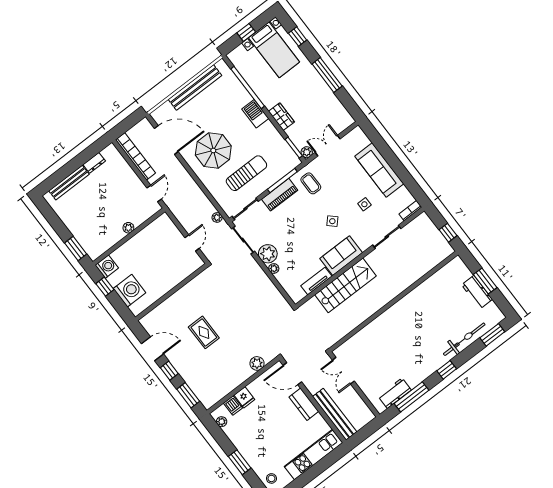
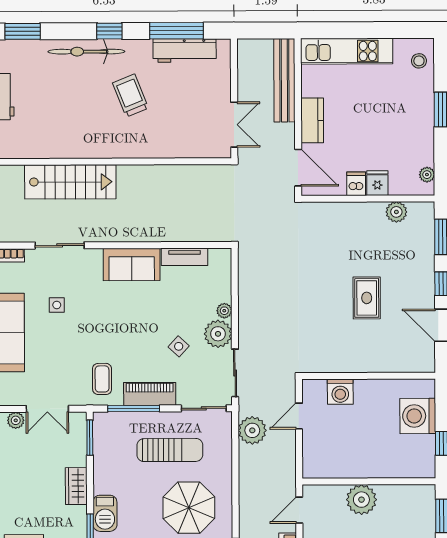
plant: (307, 152) -> (16, 420), moved
sun lounger: (246, 173) -> (170, 450), turned 180
plant: (217, 217) -> (252, 430), width x1.88, depth x1.88
side table: (332, 221) -> (179, 346), moved
plant: (128, 228) -> (361, 500), width x1.87, depth x1.87
washing machine: (107, 267) -> (340, 392), moved, turned -90
stairs: (345, 285) -> (70, 182), moved, turned 180
bicycle: (464, 339) -> (86, 52), moved
trolley: (410, 344) -> (130, 96), added
plant: (257, 363) -> (396, 212), moved
workbench: (395, 393) -> (185, 51), width x1.38
dishwasher: (233, 406) -> (356, 184), moved

